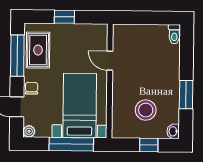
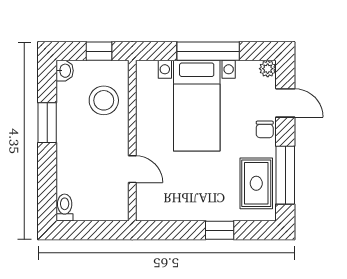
door: (110, 61) -> (132, 169), moved
wall: (110, 81) -> (132, 141), moved

